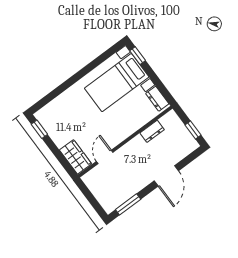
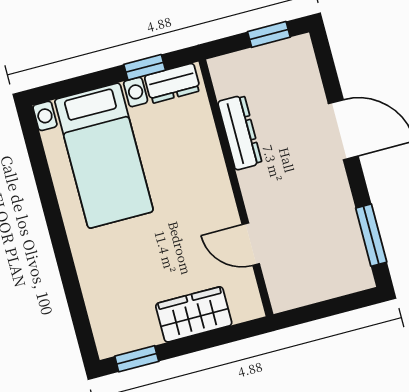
window: (138, 56) -> (145, 67), moved
dresser: (152, 131) -> (240, 132), width x1.44
wardrobe: (75, 157) -> (194, 314), moved

